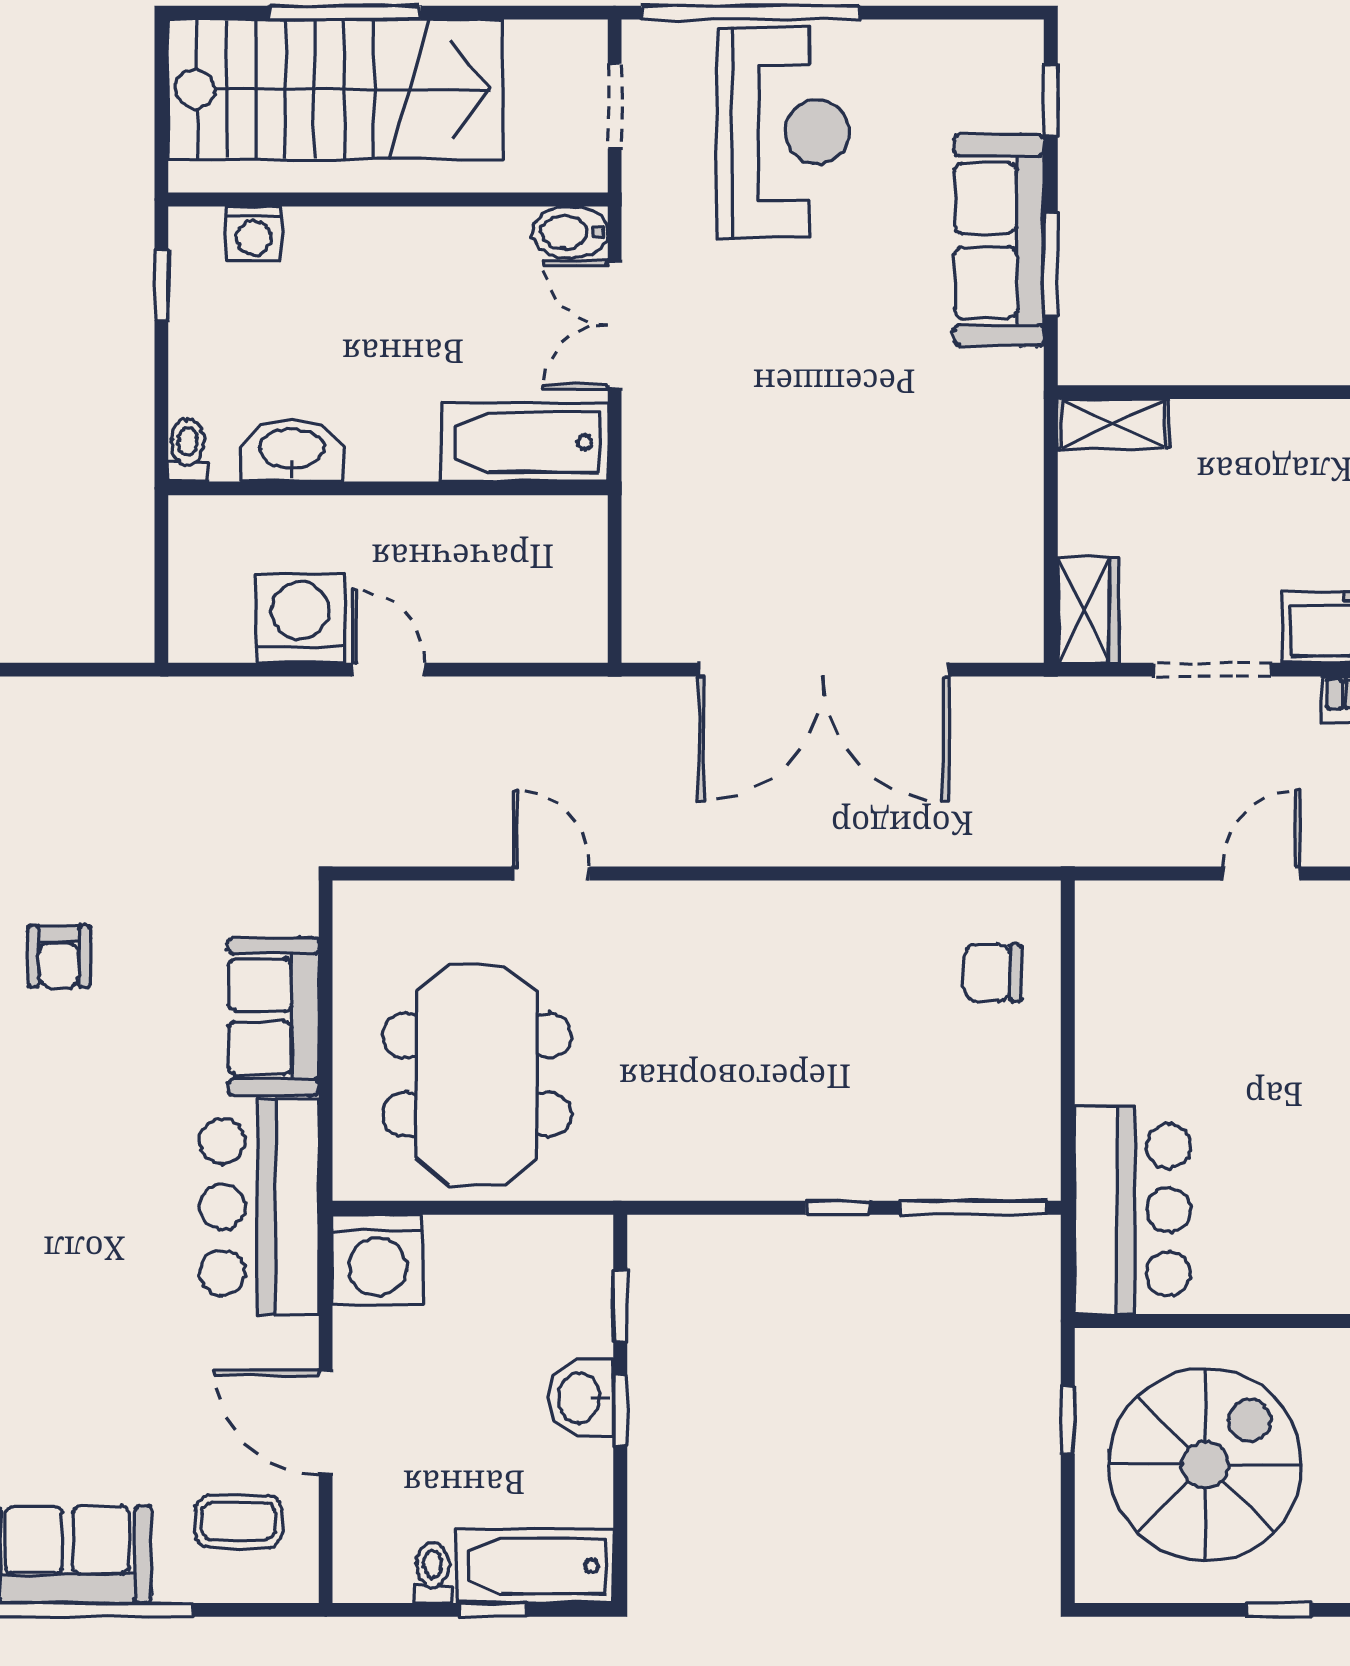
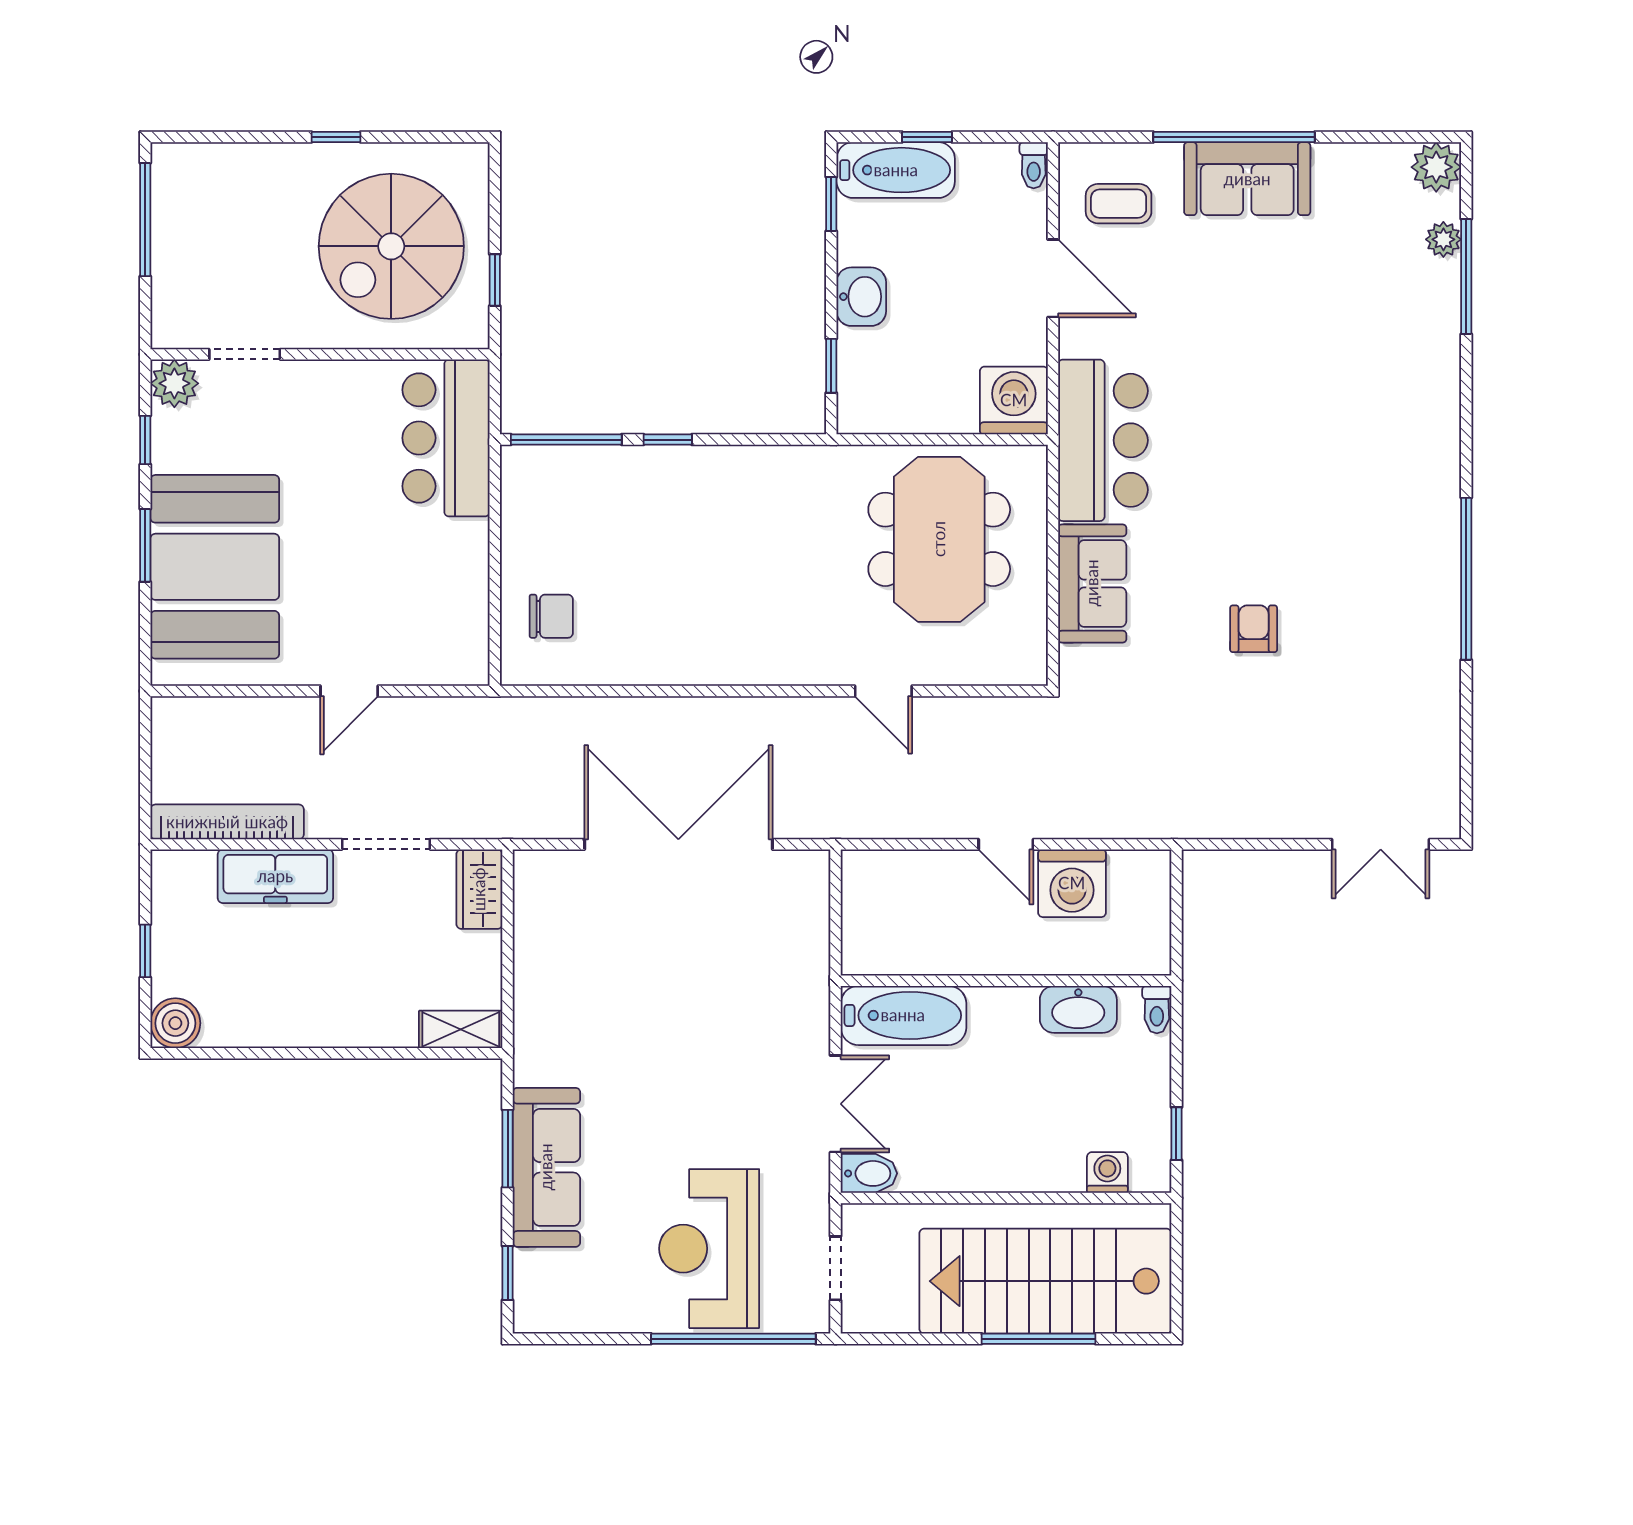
window: (620, 1410) -> (831, 204), moved
toilet: (433, 1572) -> (1034, 165), moved

